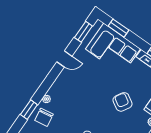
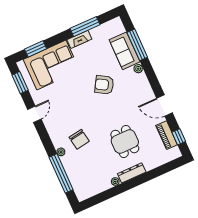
window: (29, 110) -> (61, 173), width x2.11
chair: (44, 117) -> (79, 139), moved

